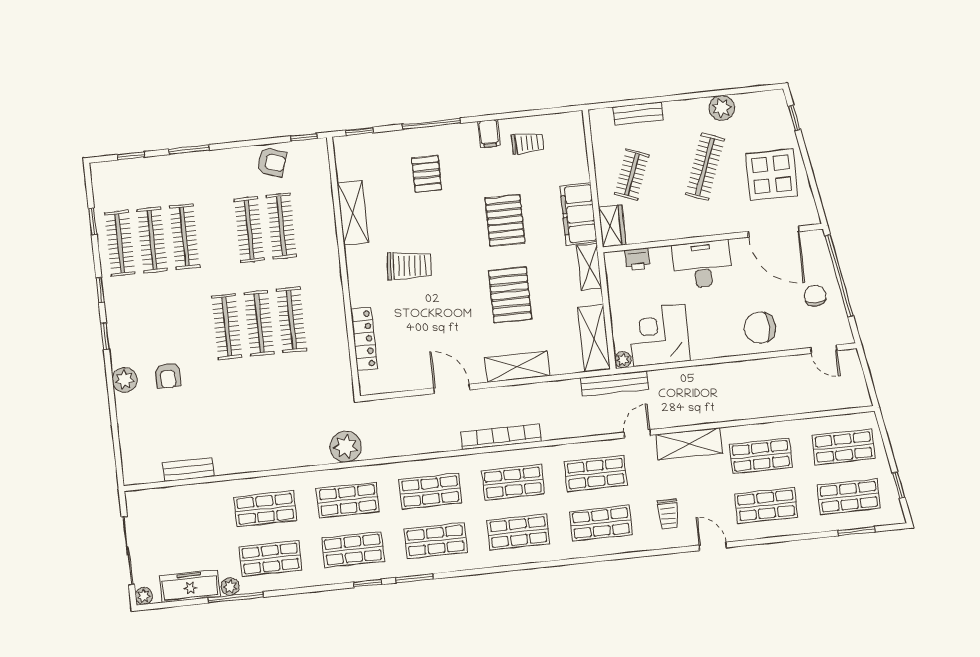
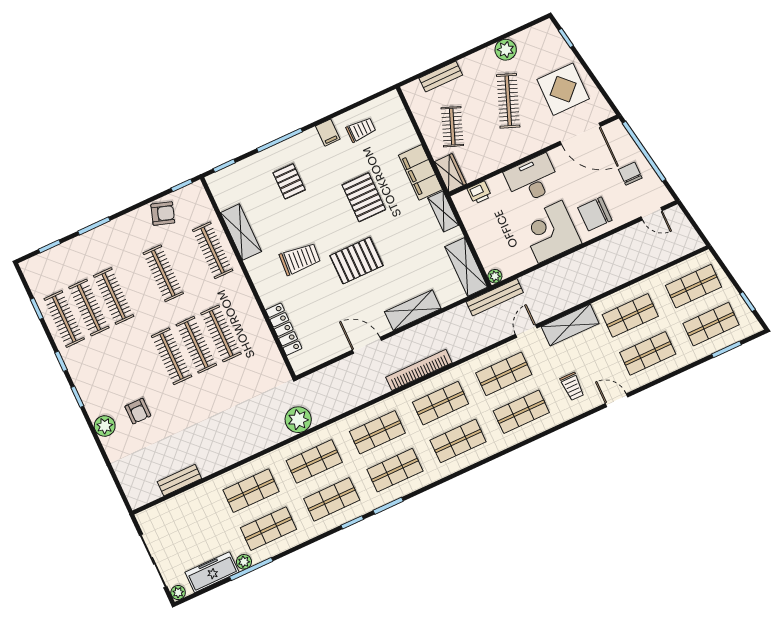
clothes rail: (282, 226) -> (213, 250), moved
pallet: (510, 295) -> (356, 261), moved, turned 90
corner desk: (659, 335) -> (550, 232), moved

